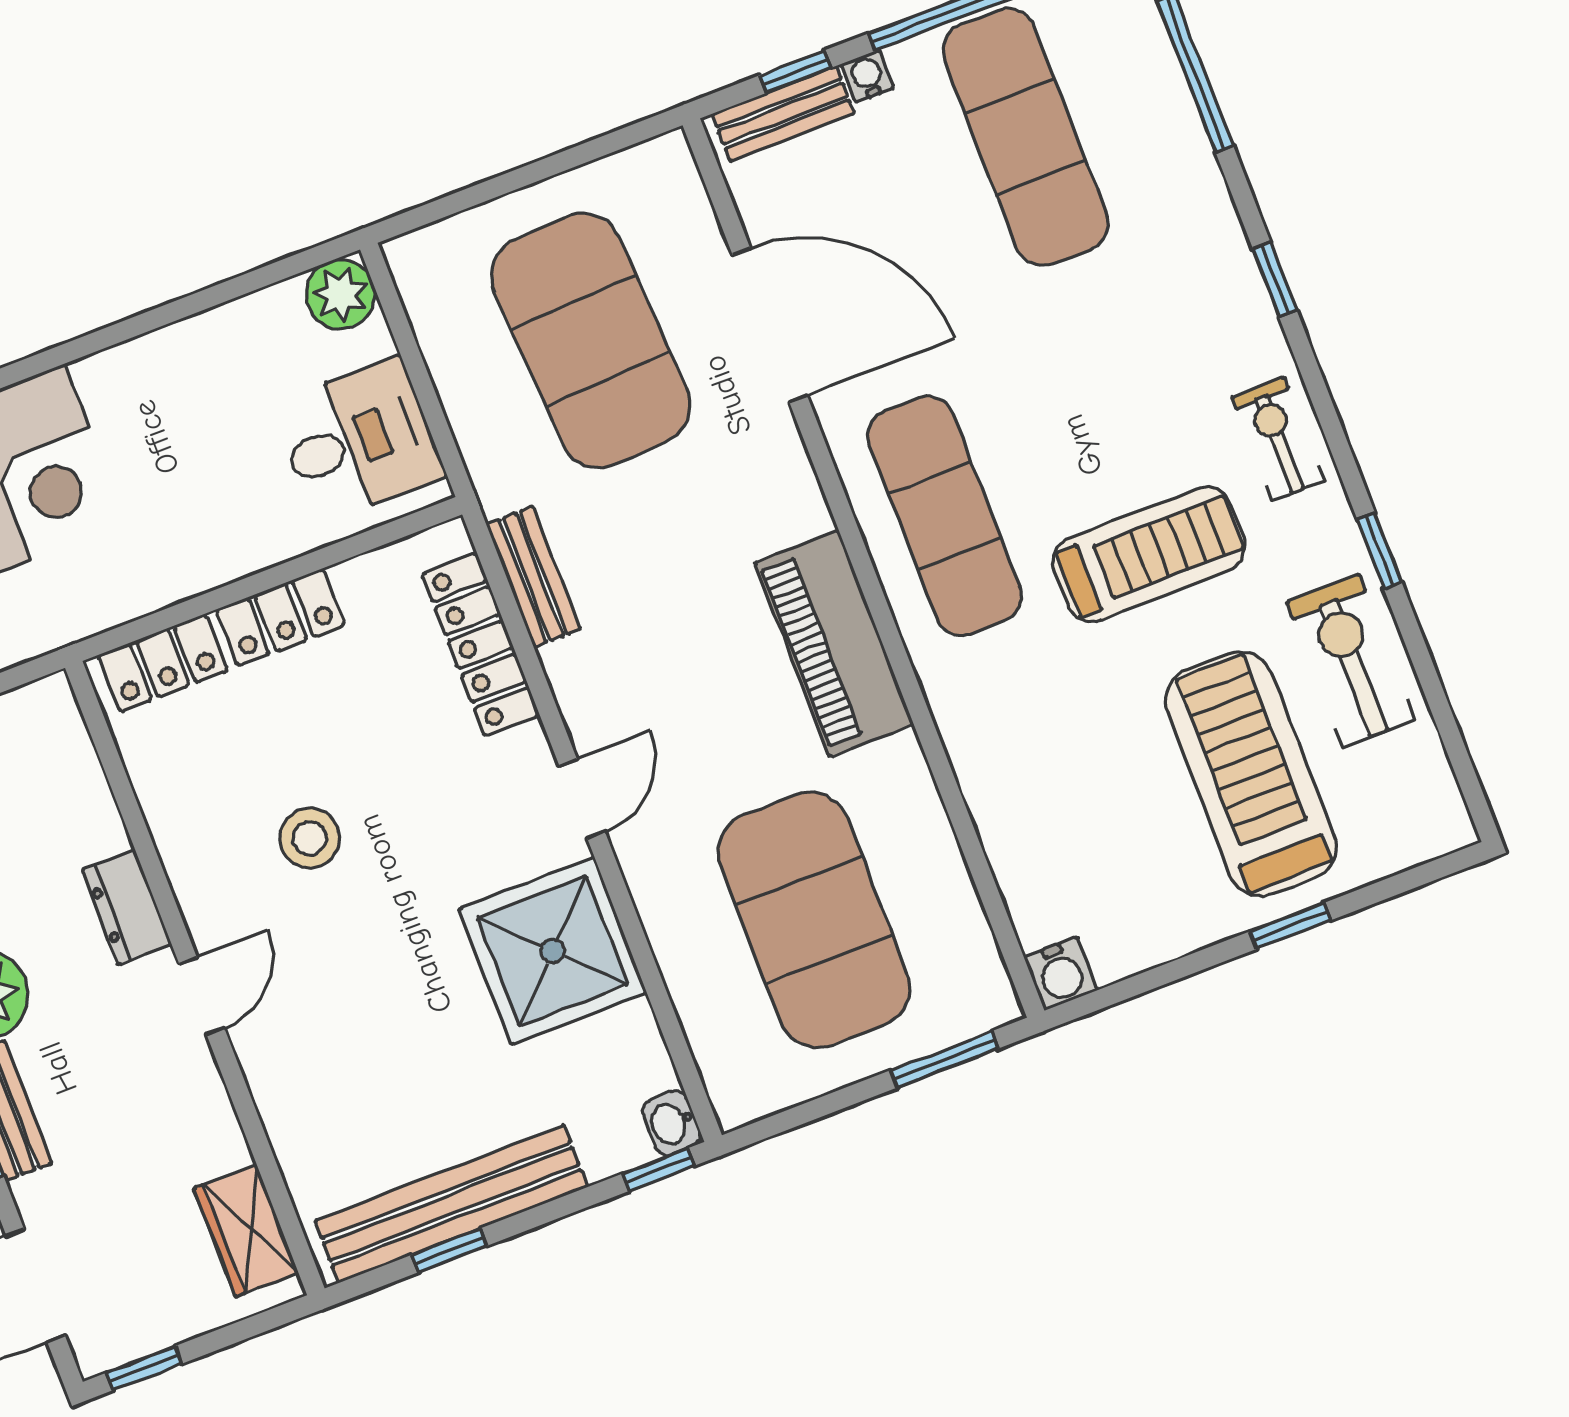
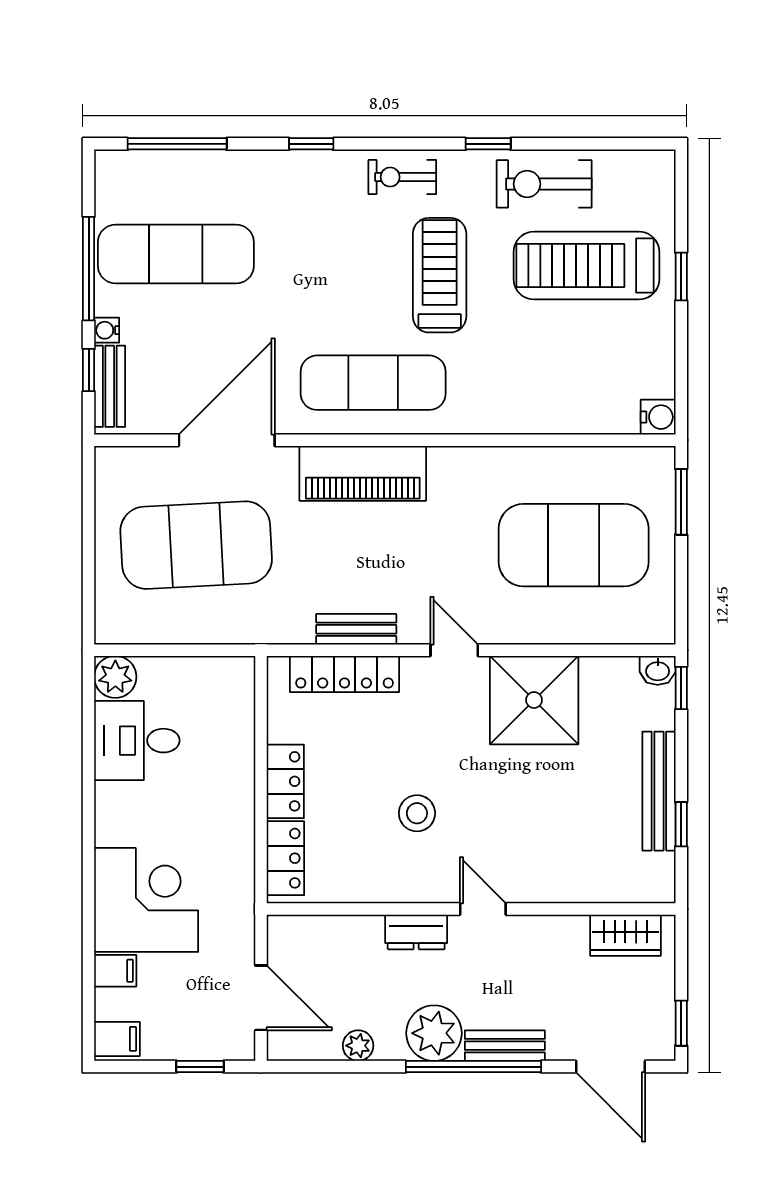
desk: (358, 440) -> (137, 741), moved, turned -90
bench: (533, 577) -> (356, 629), moved
piano: (834, 644) -> (363, 473), moved
bench: (451, 1204) -> (659, 791), width x0.73, depth x0.82

